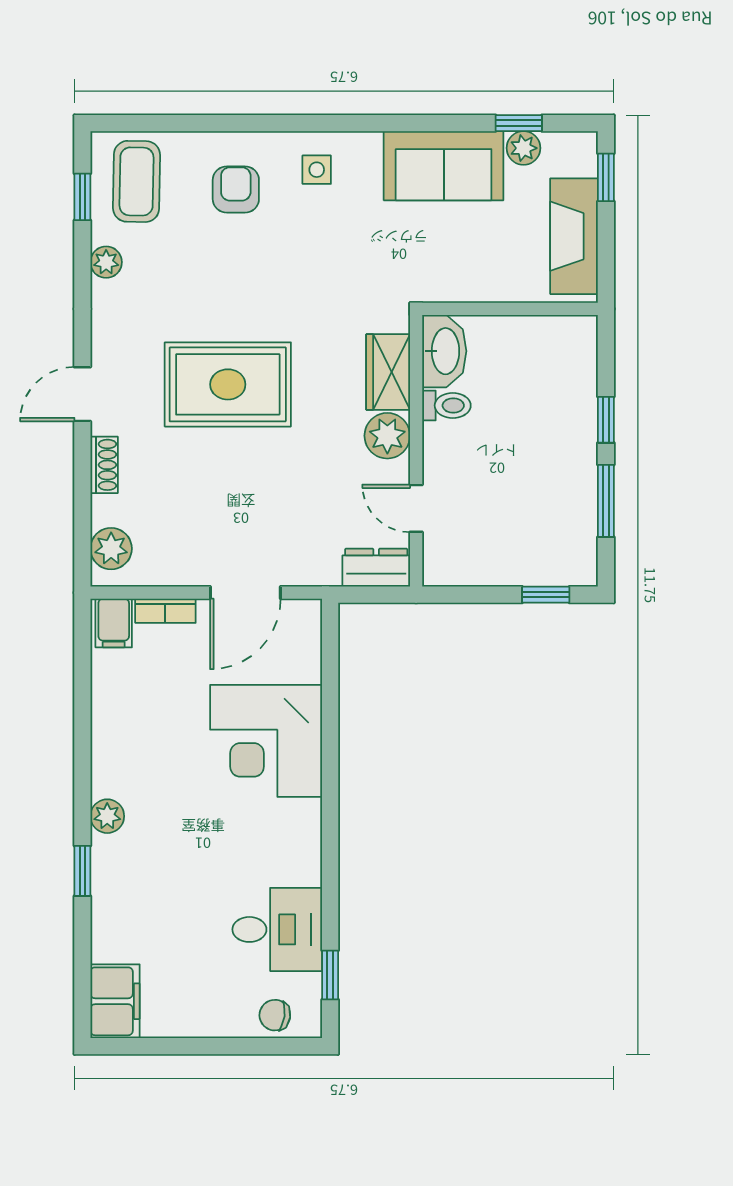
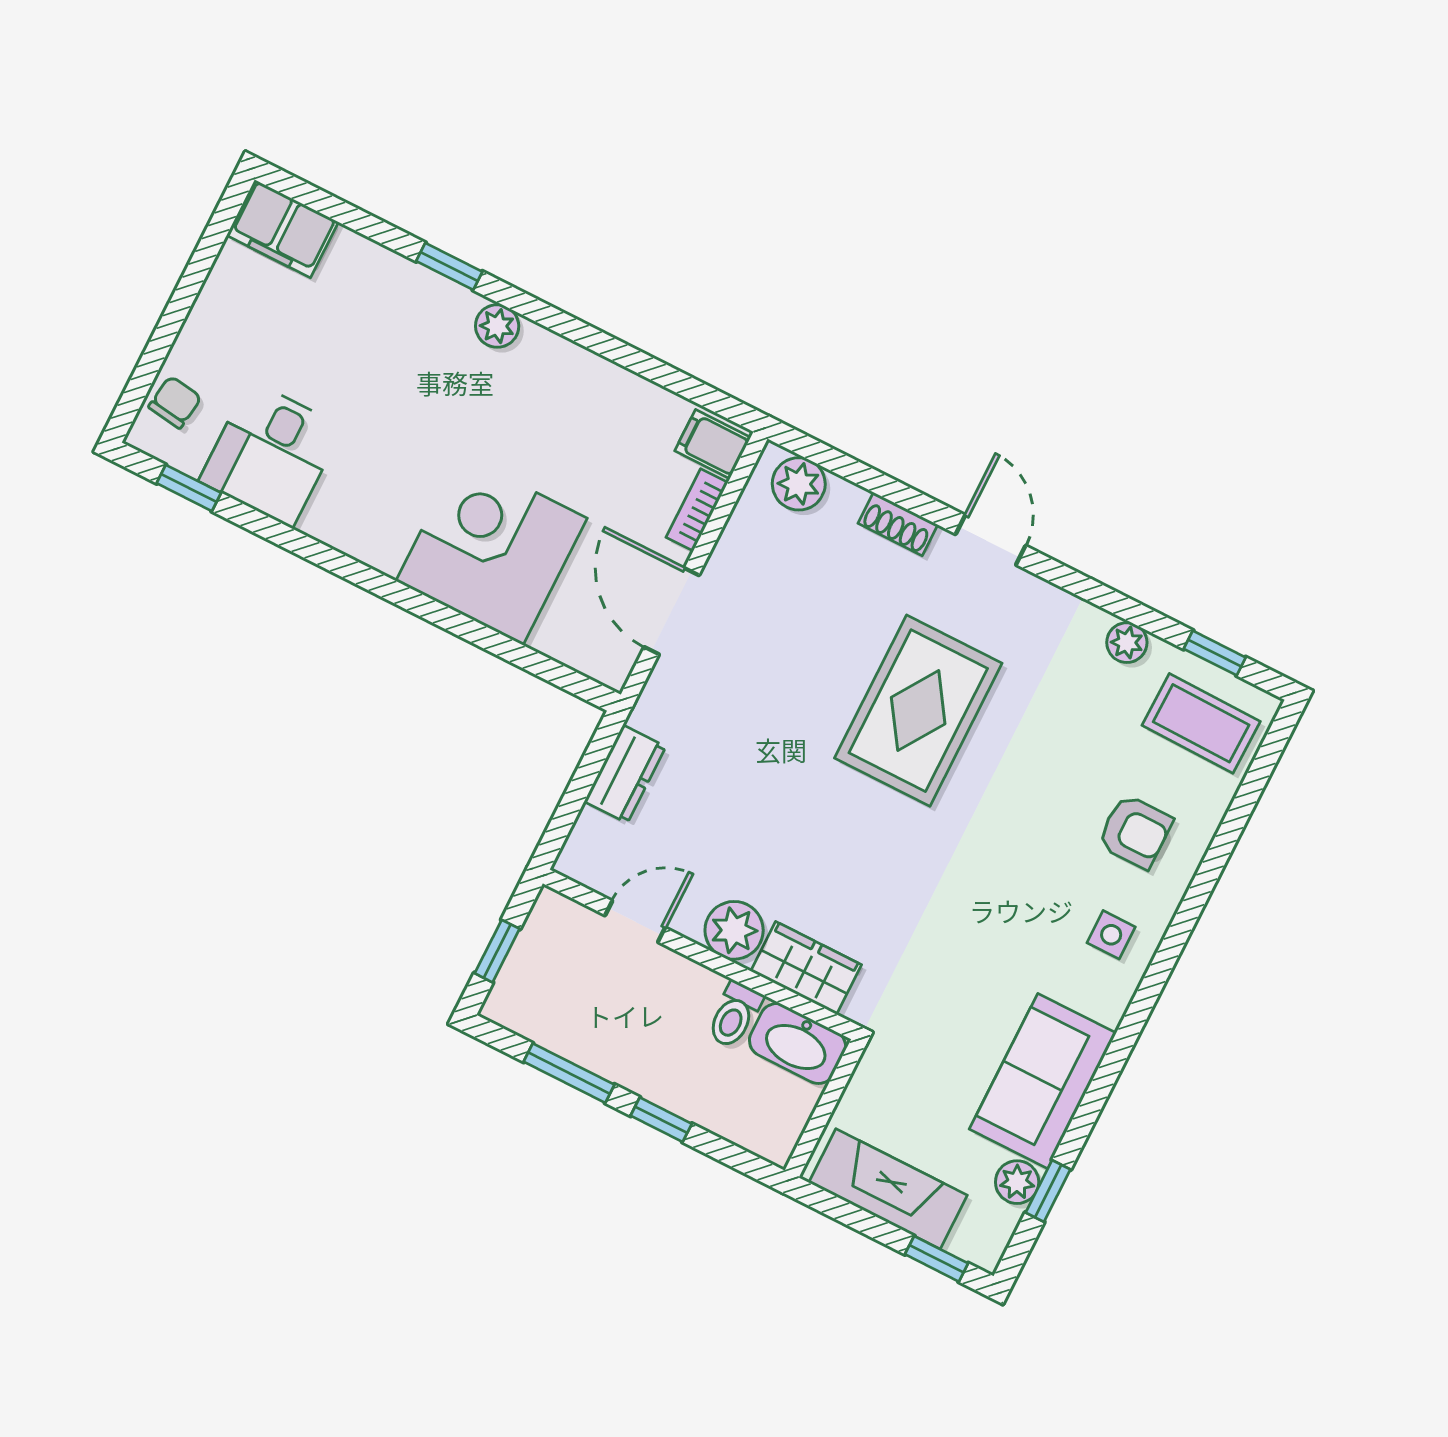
washbasin: (444, 351) -> (798, 1044), moved
wardrobe: (388, 372) -> (806, 968), moved
toilet: (446, 405) -> (735, 1015), moved
plant: (387, 436) -> (734, 930), moved
wall: (416, 451) -> (700, 954), moved
door: (416, 508) -> (635, 921), moved

